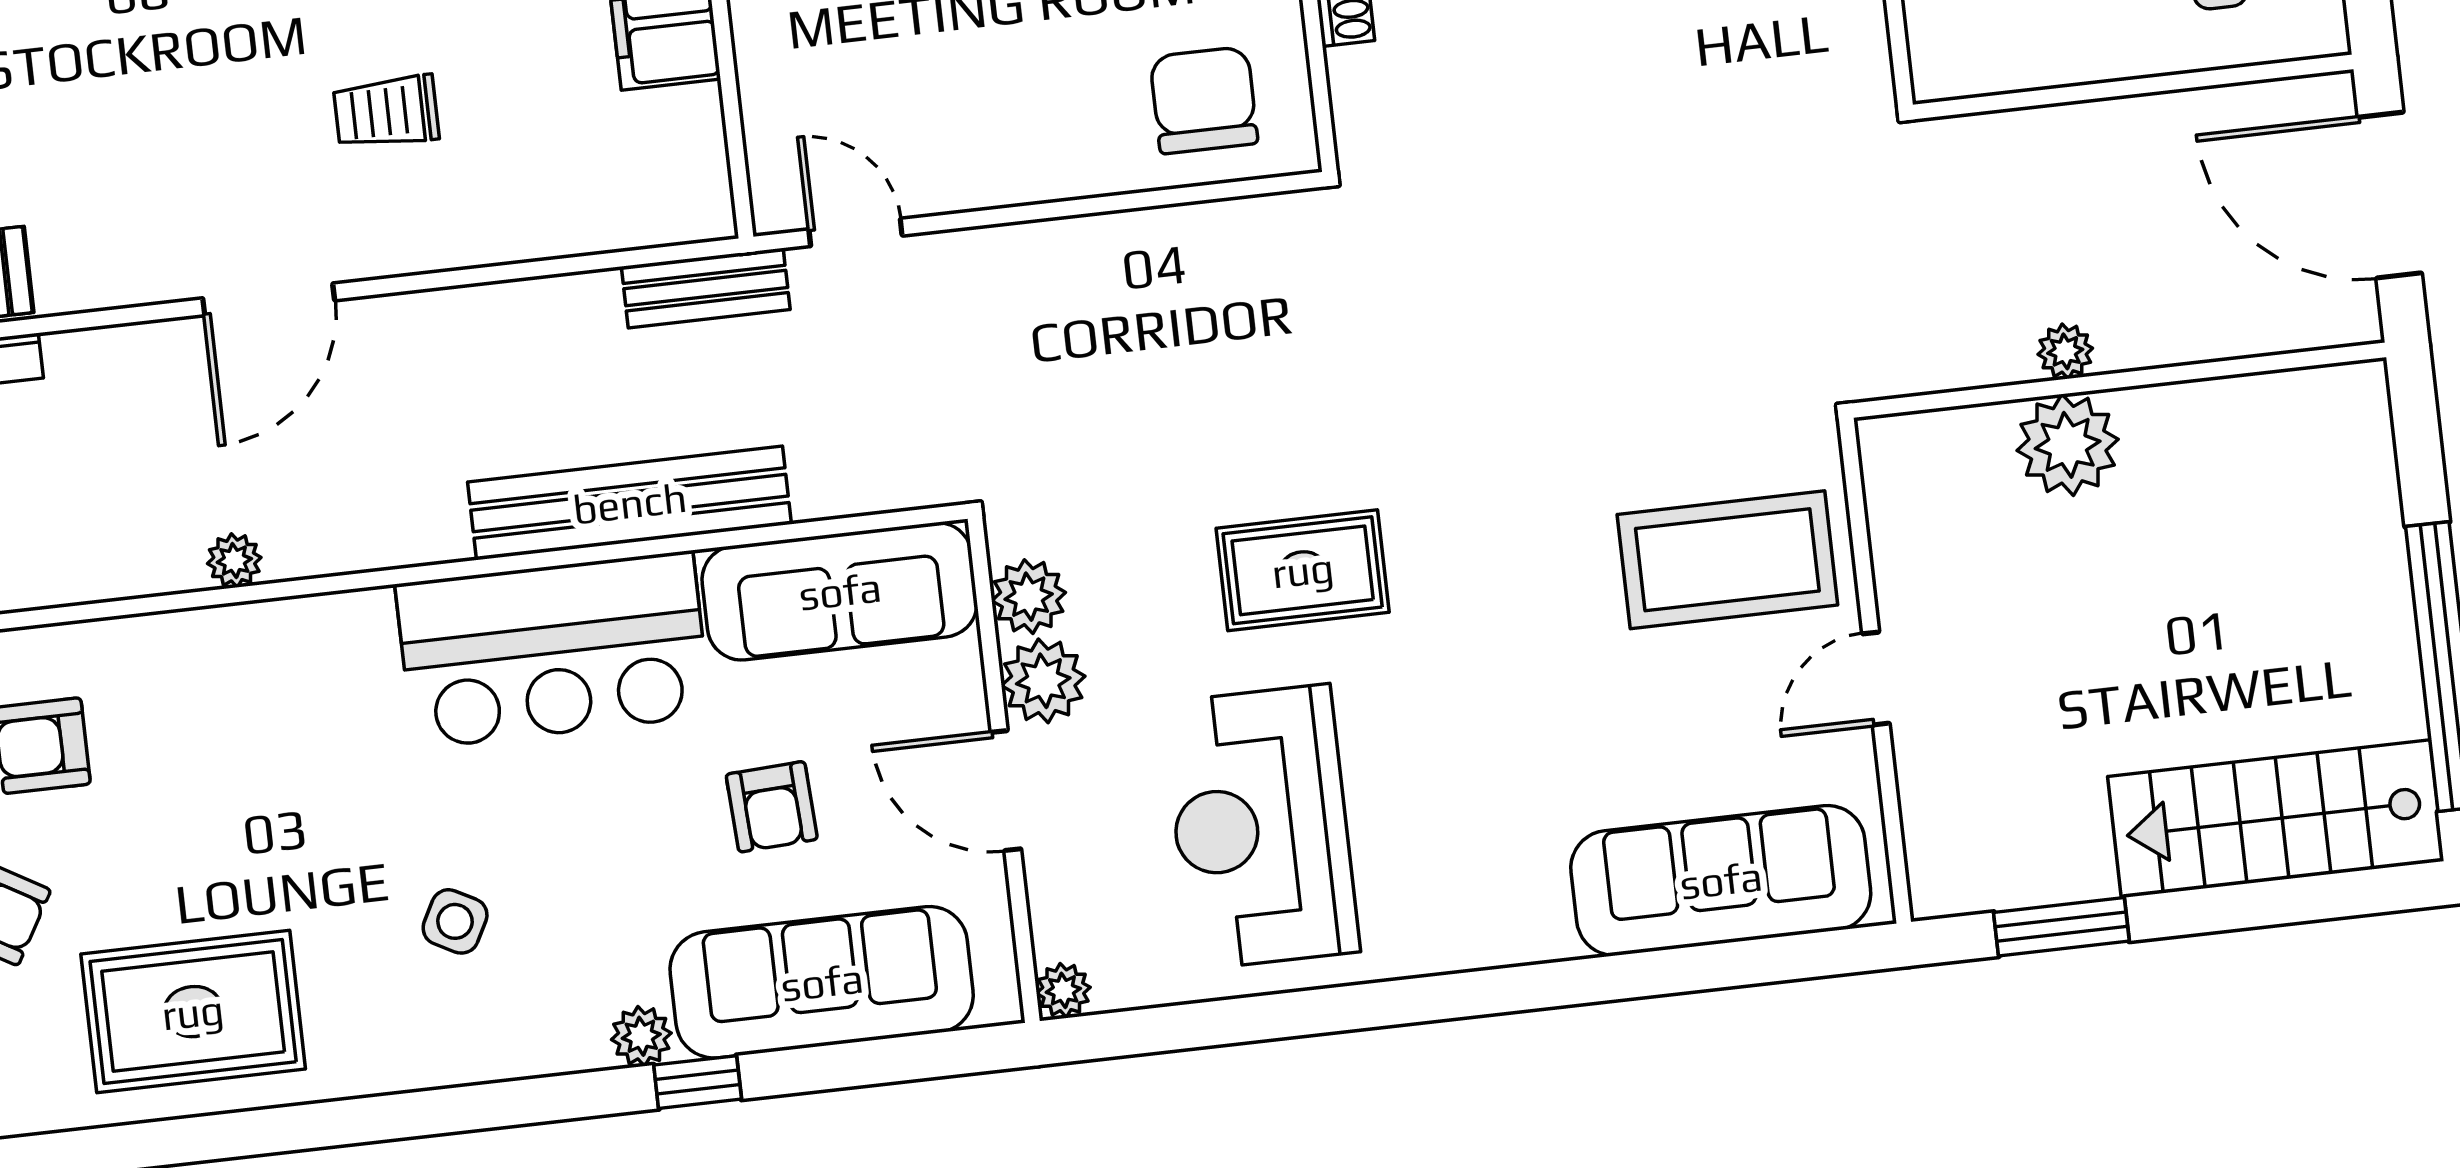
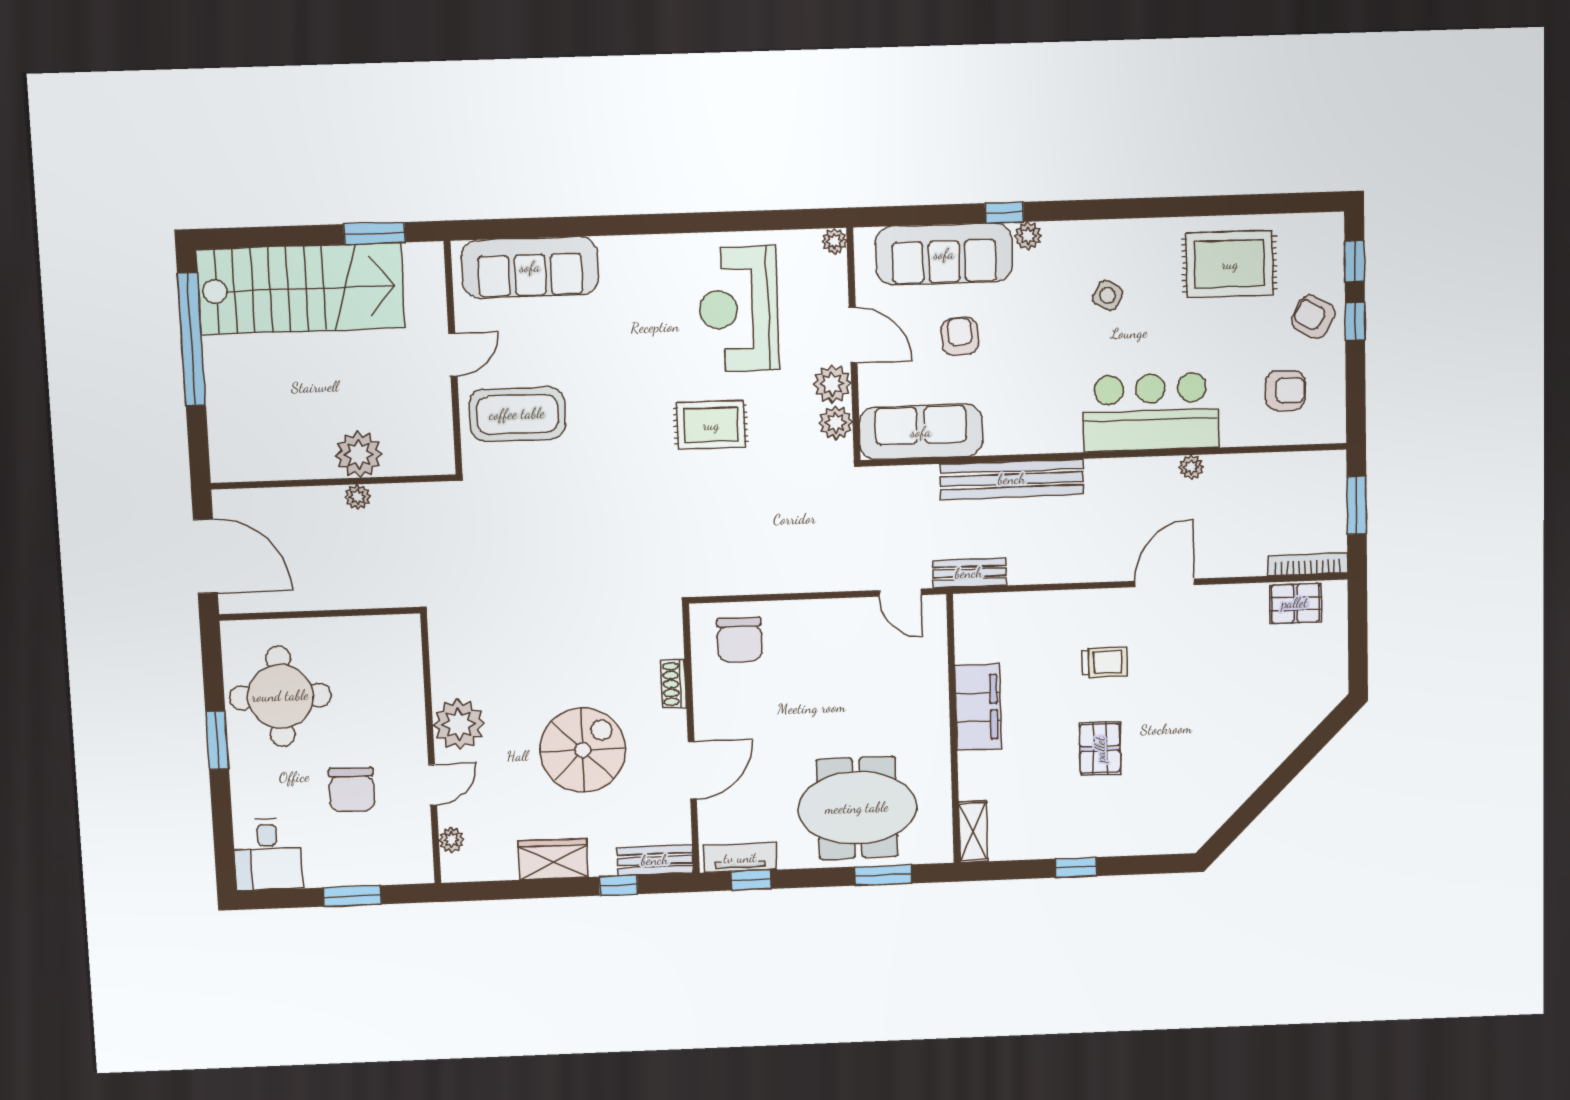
bar counter: (553, 650) -> (1151, 412), moved
stairs: (2276, 819) -> (301, 289), width x1.36, depth x1.51
reception desk: (1261, 827) -> (739, 309), turned 180

